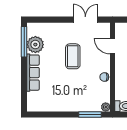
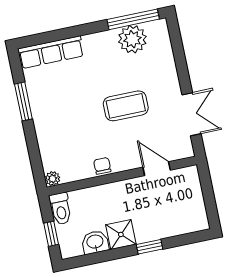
door: (112, 46) -> (157, 169), hinge flipped
row of seats: (33, 73) -> (51, 52), moved
window: (90, 114) -> (23, 101), moved

